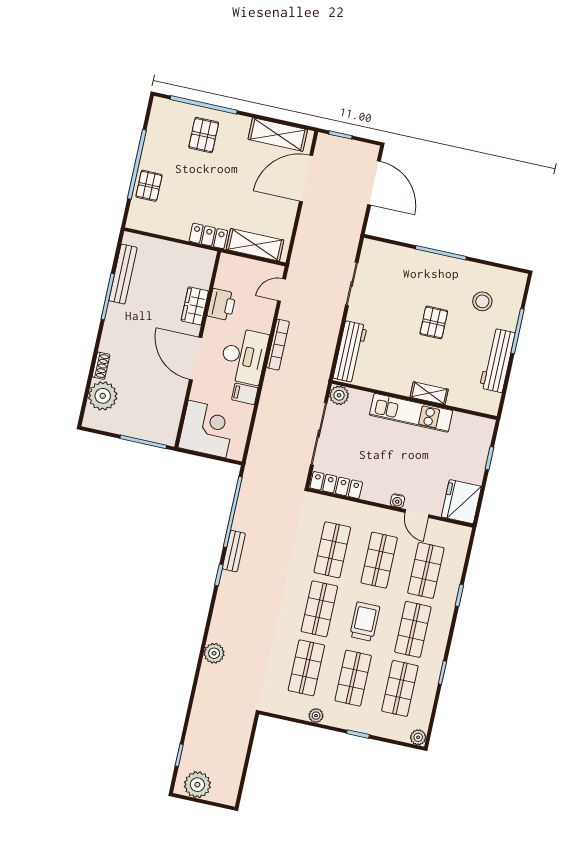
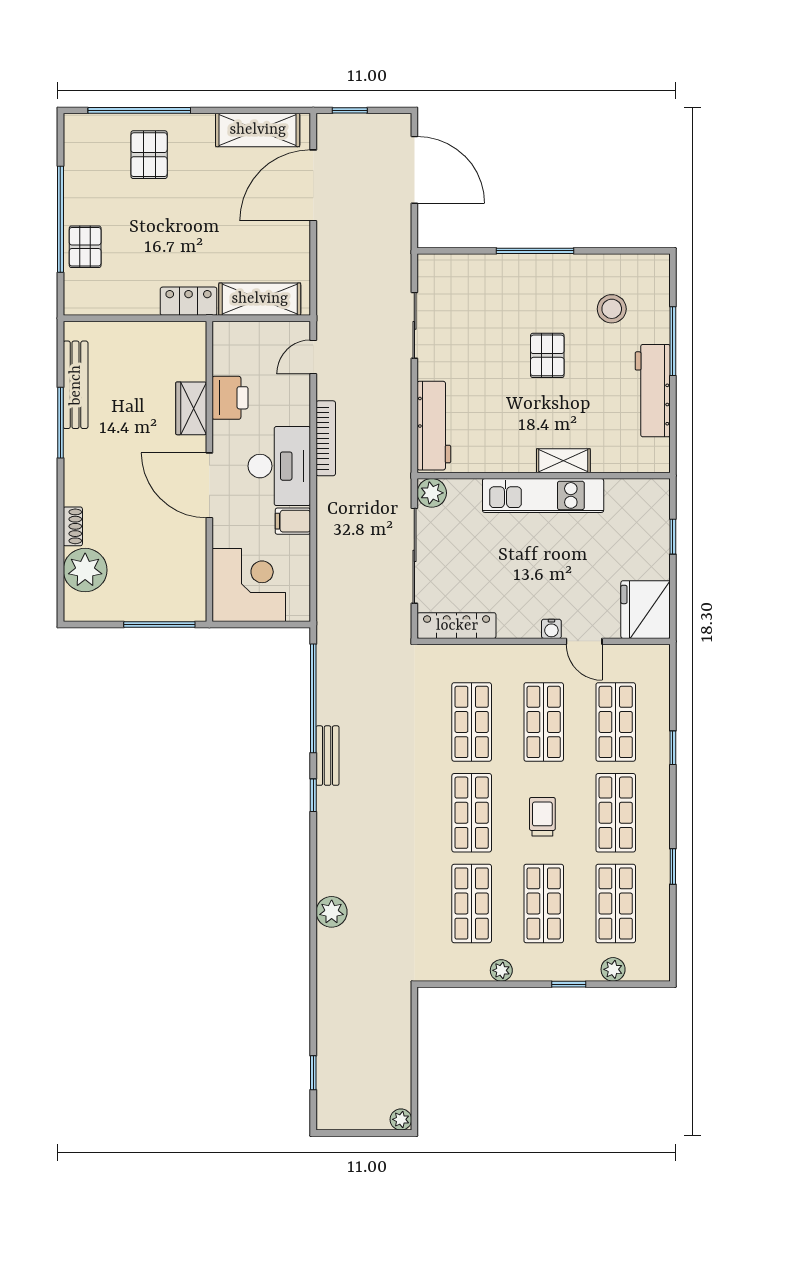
trolley: (365, 622) -> (542, 817), width x0.73, depth x0.72
plant: (418, 737) -> (613, 969), moved
plant: (197, 785) -> (401, 1119), moved, width x0.53, depth x0.53

